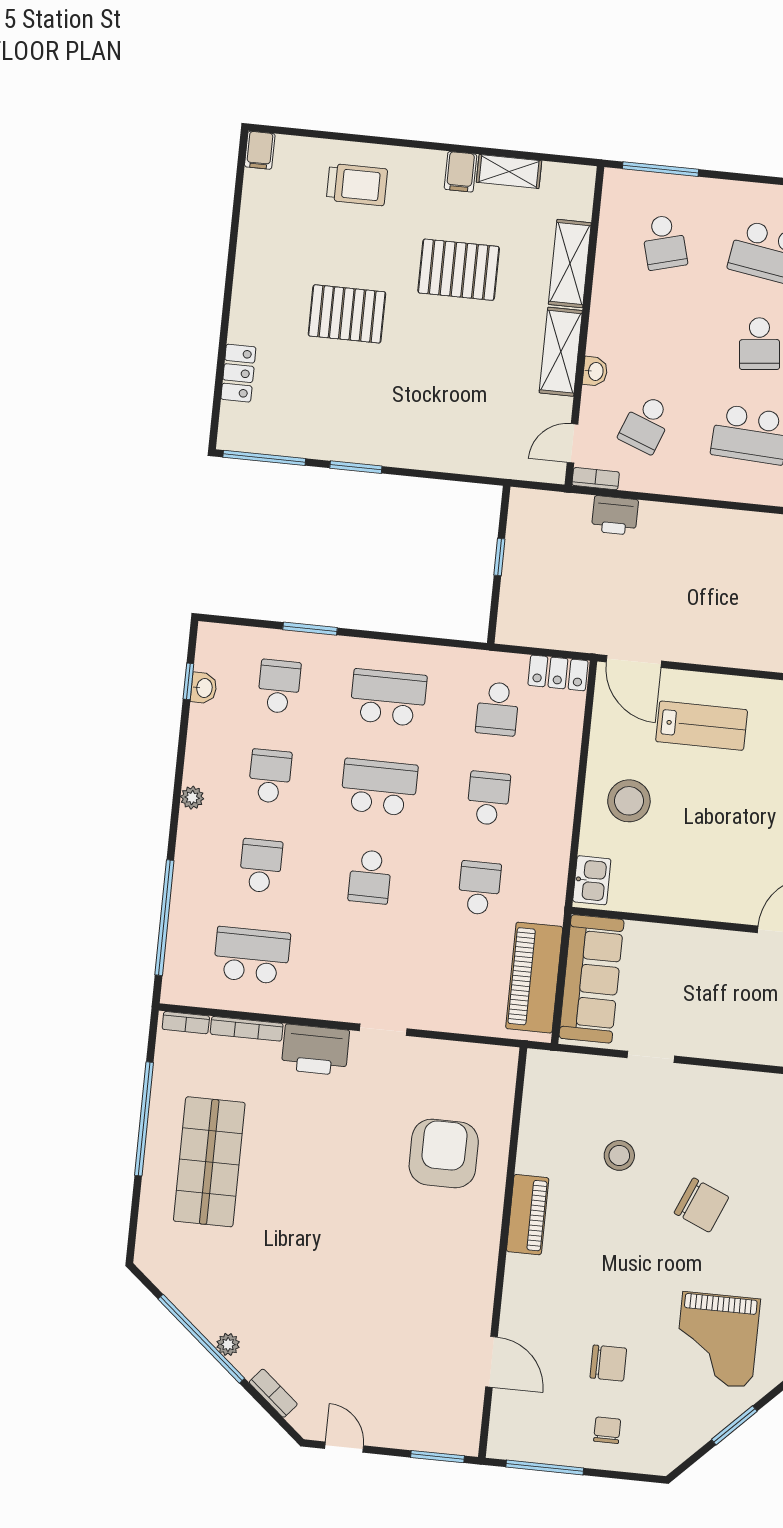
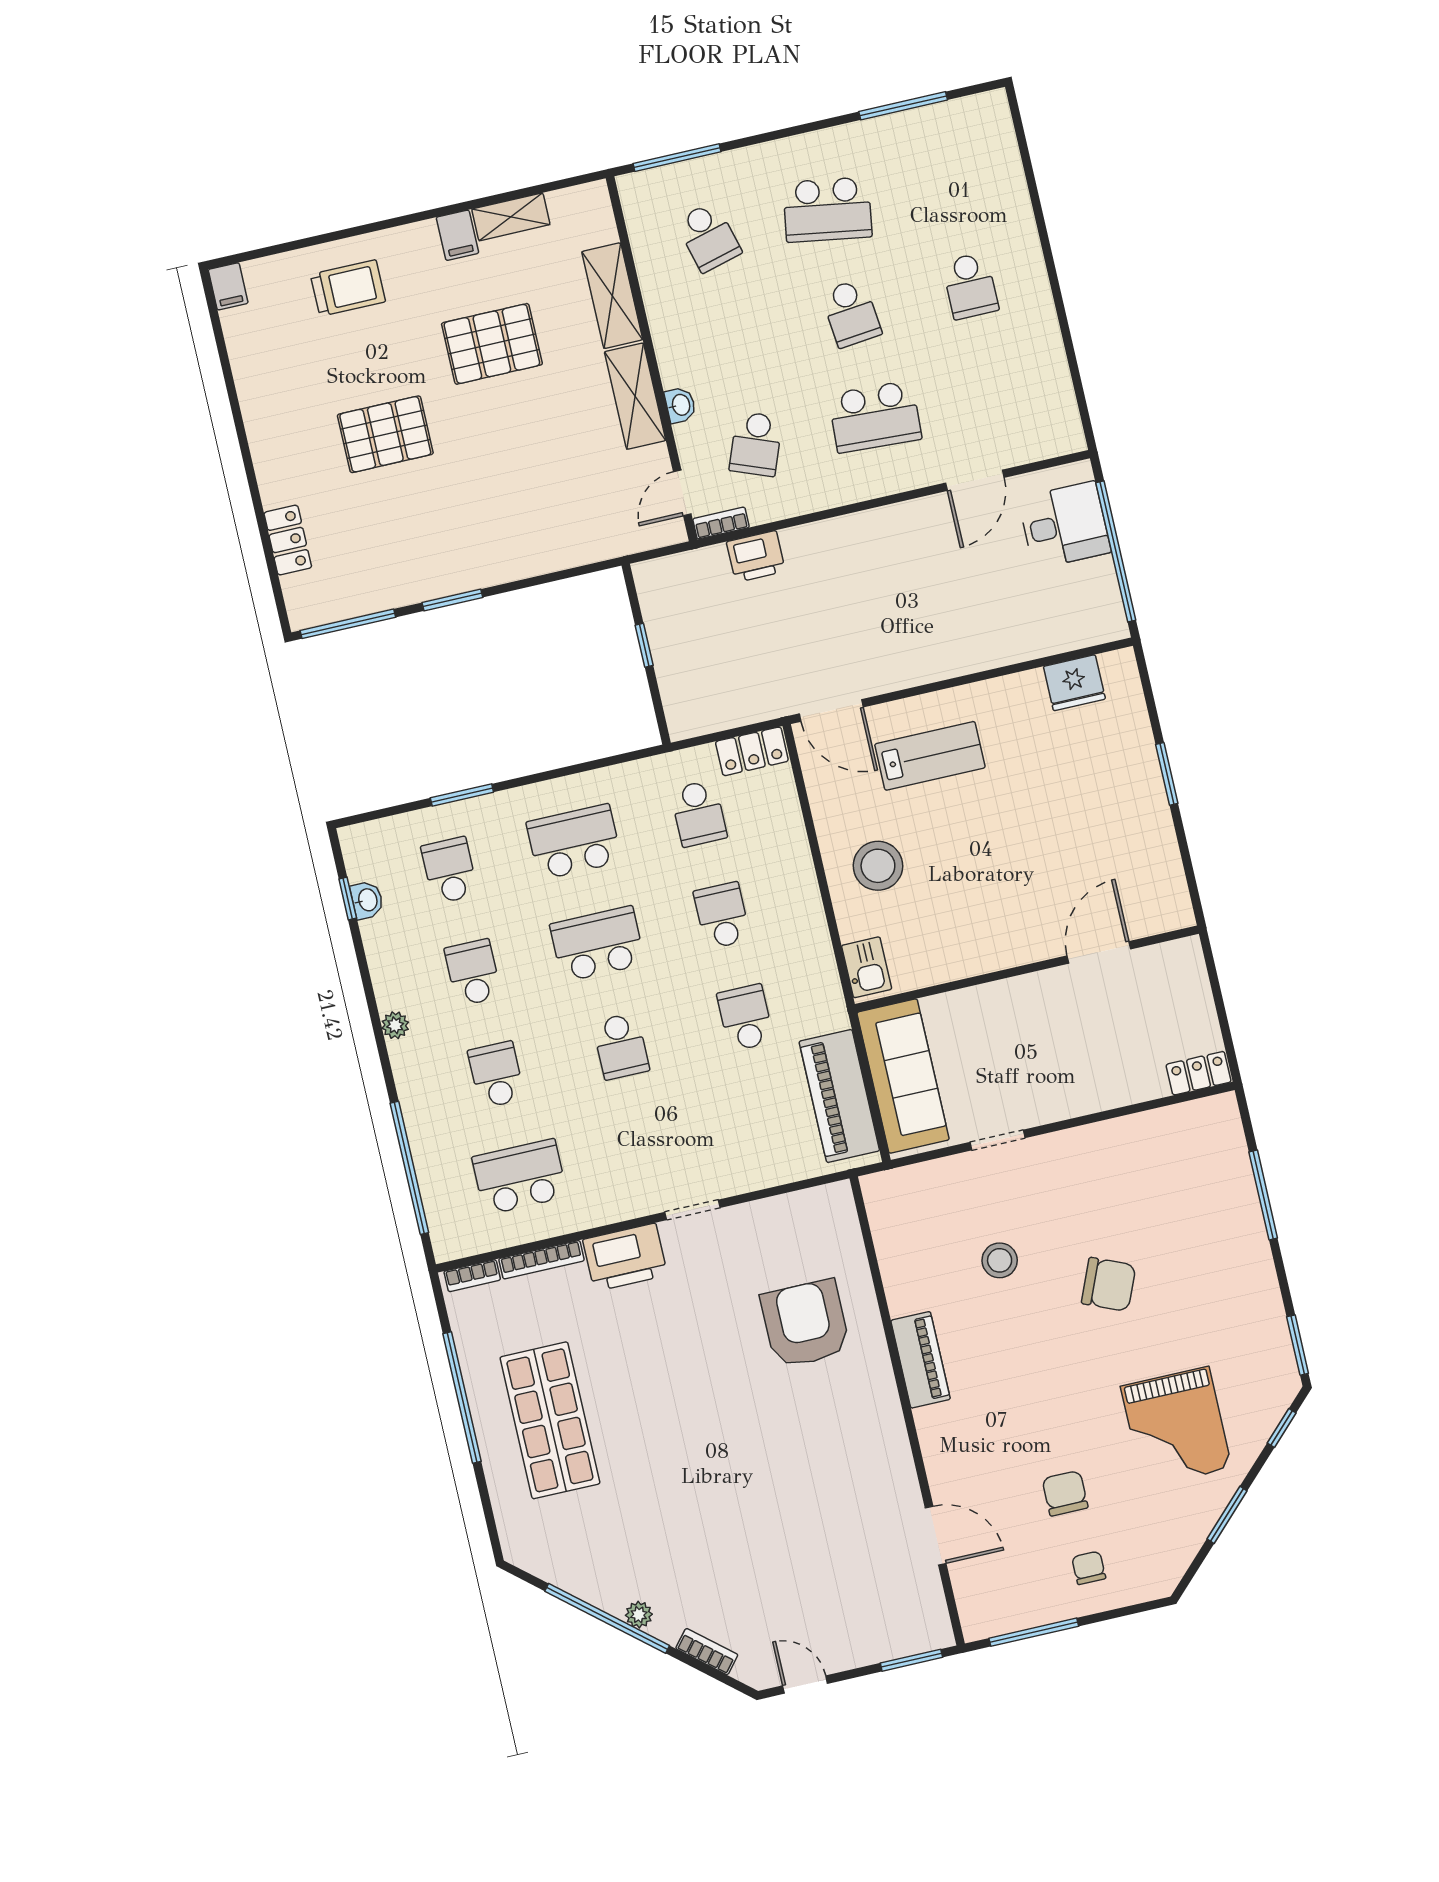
chair: (608, 1363) -> (1065, 1493), turned -90

